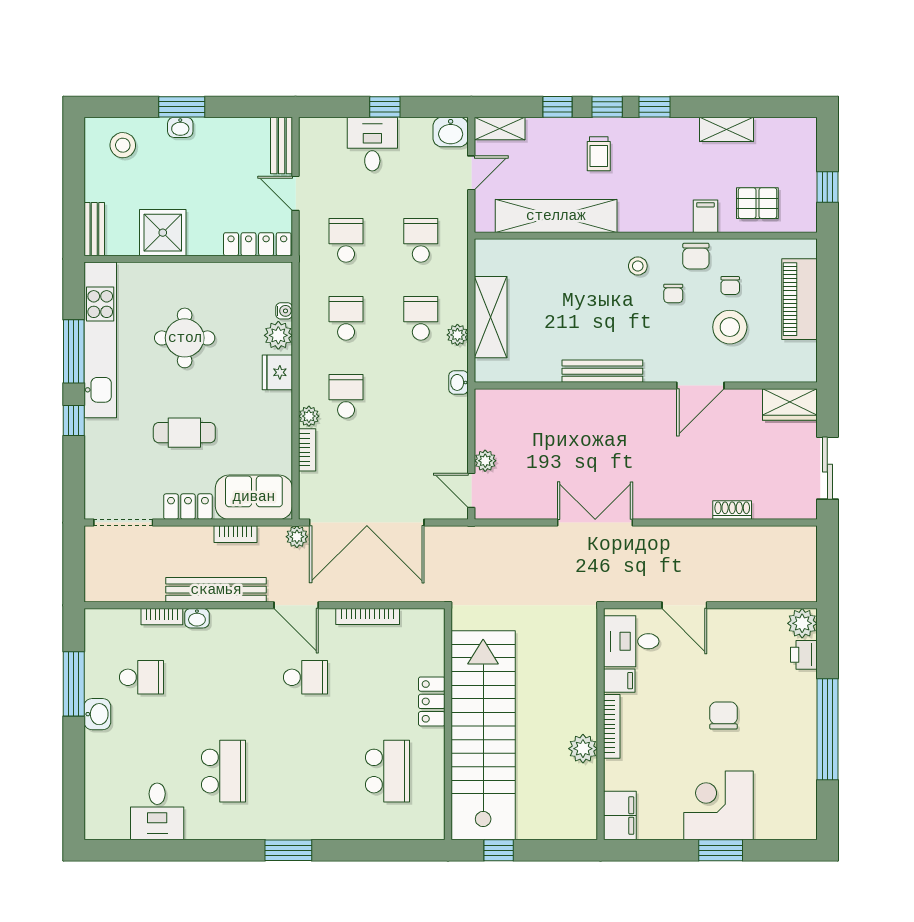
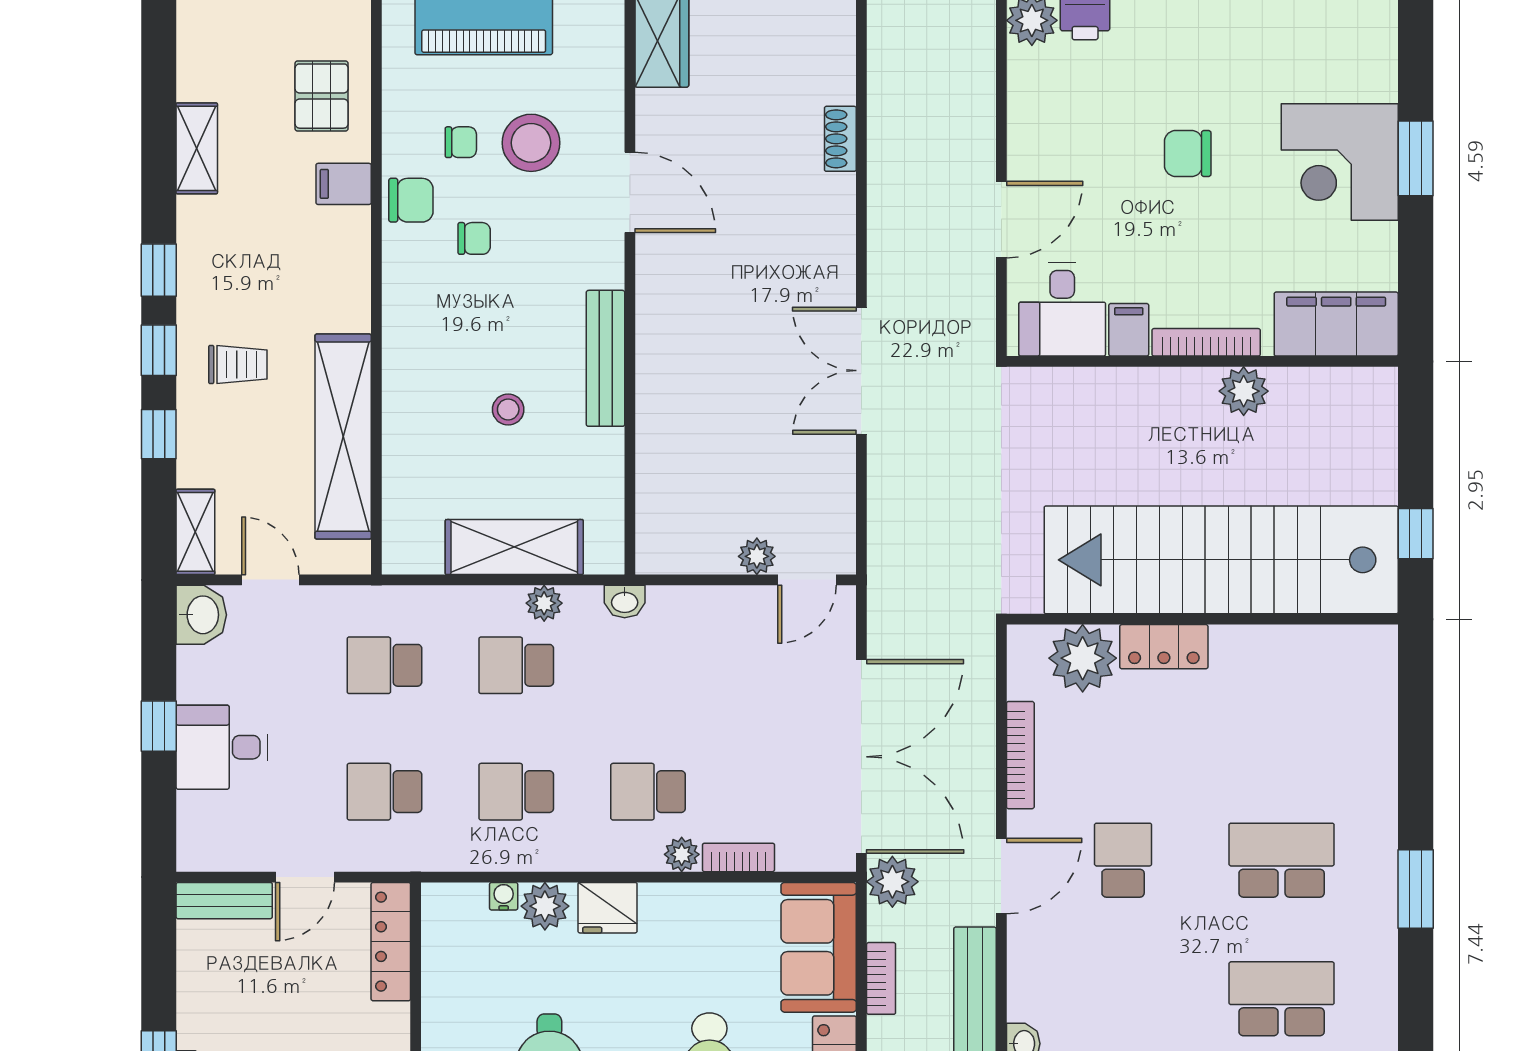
stool: (638, 266) -> (508, 409), moved
plant: (297, 537) -> (892, 882), width x1.38, depth x1.38
plant: (425, 653) -> (1083, 658), added
school desk: (387, 771) -> (1282, 860), moved
filing cabinet: (620, 816) -> (1336, 324), width x1.50, depth x1.17

